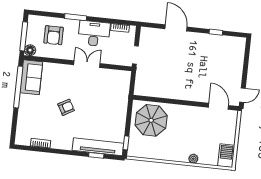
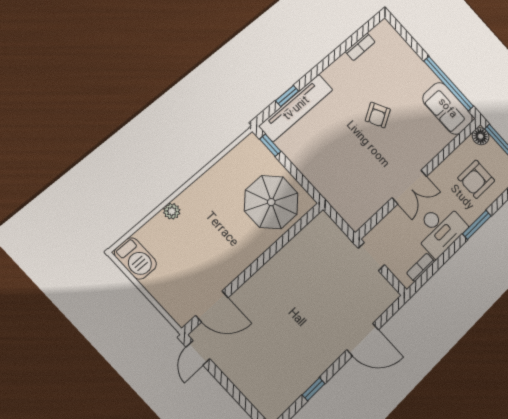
armchair: (54, 35) -> (476, 179), turned -90

